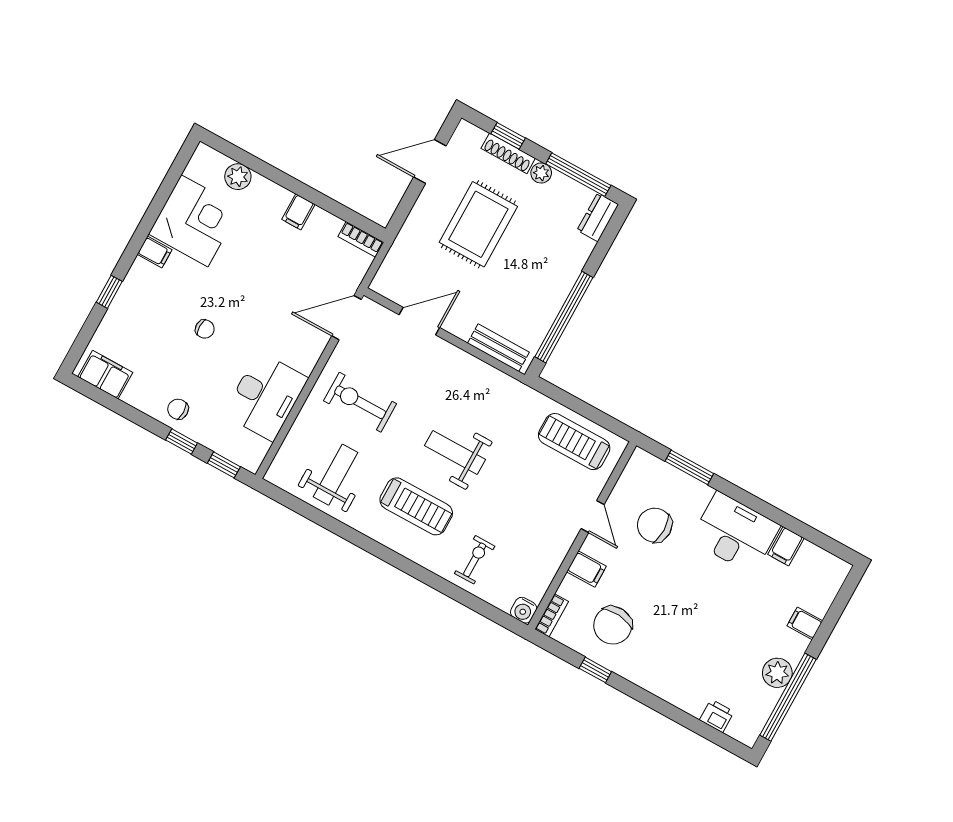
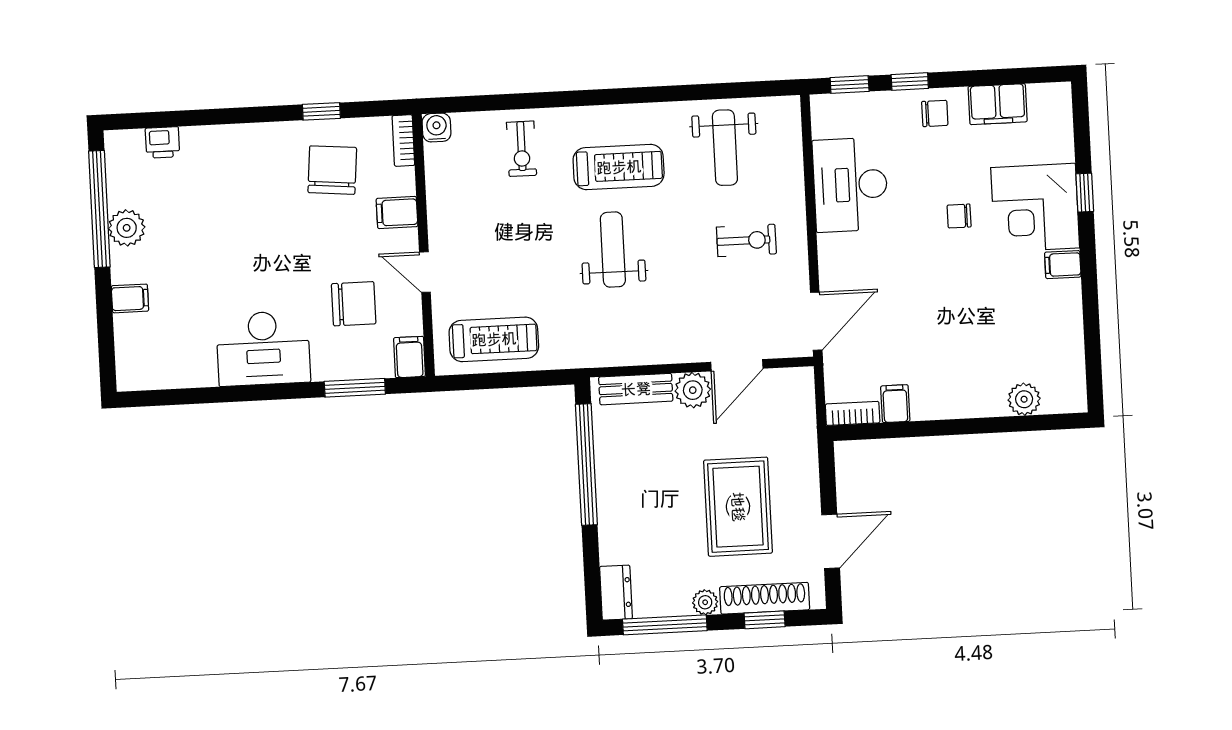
shoe rack: (508, 153) -> (765, 598), width x1.36, depth x1.24
filing cabinet: (298, 212) -> (895, 404), moved
corner desk: (195, 221) -> (1035, 208), moved
plant: (460, 323) -> (693, 390), added
filing cabinet: (105, 375) -> (998, 104), moved
exercise bike: (360, 402) -> (746, 240), width x0.73, depth x0.72
weight bench: (455, 453) -> (613, 250), turned -90
treadmill: (416, 506) -> (619, 167), turned 180
filing cabinet: (786, 546) -> (409, 357), moved

